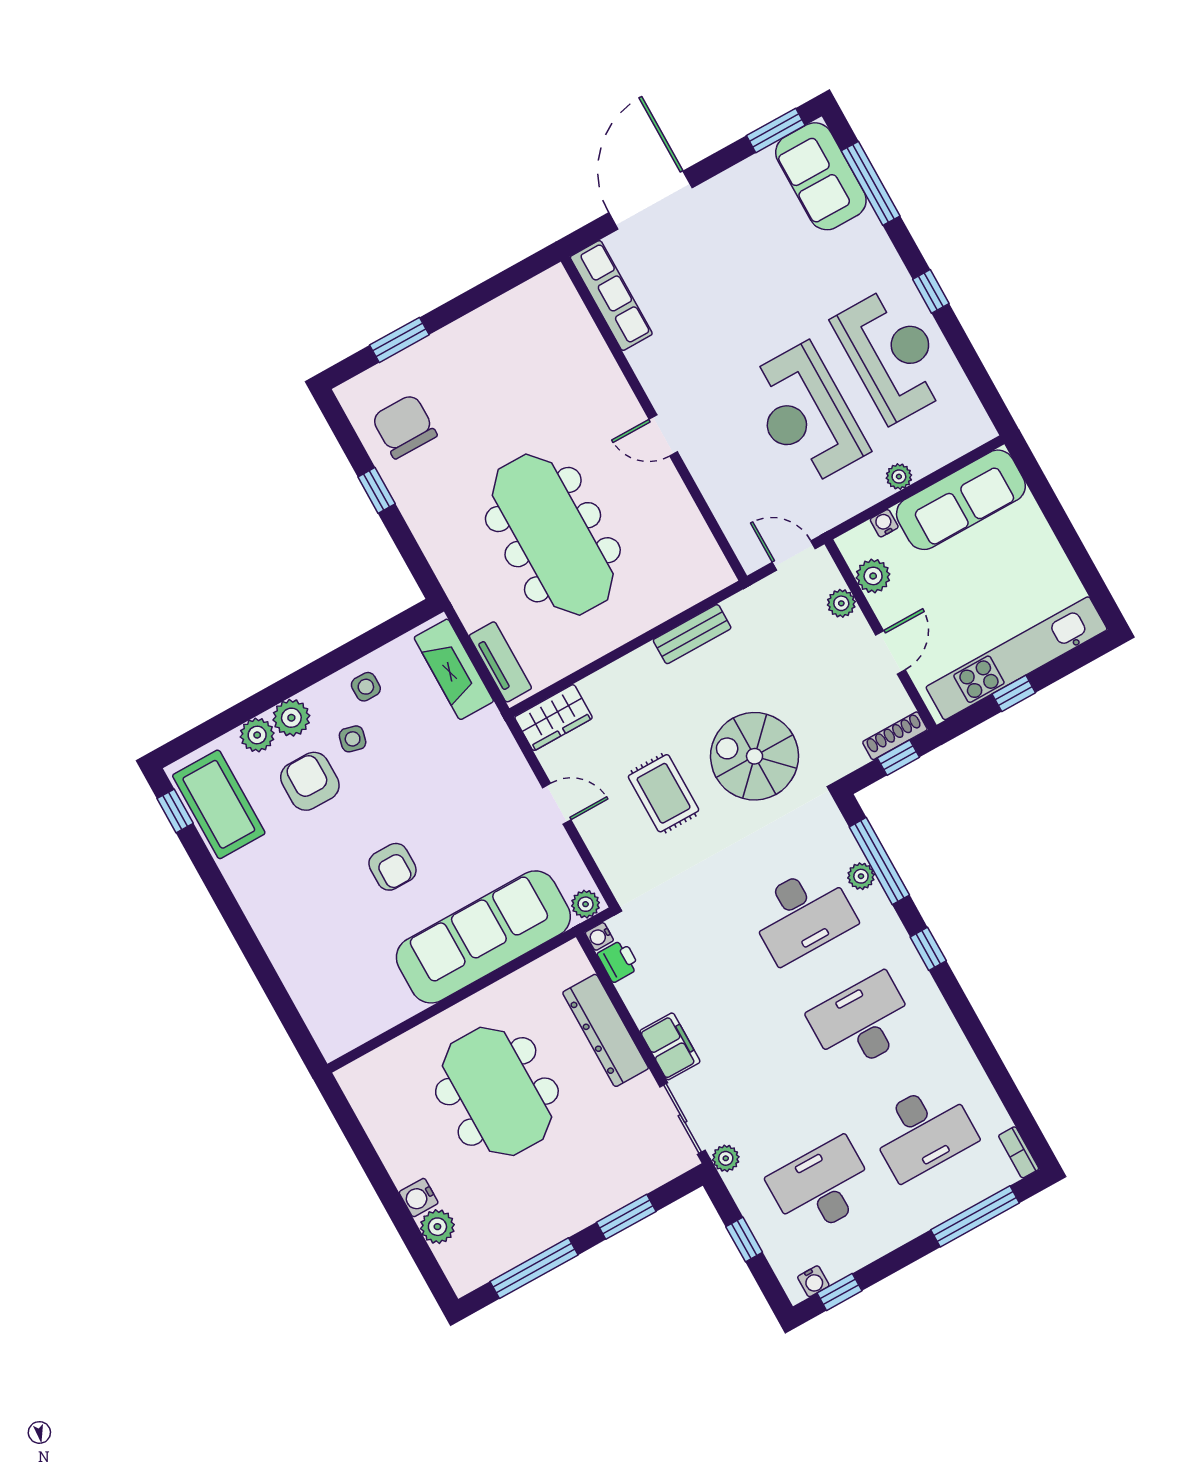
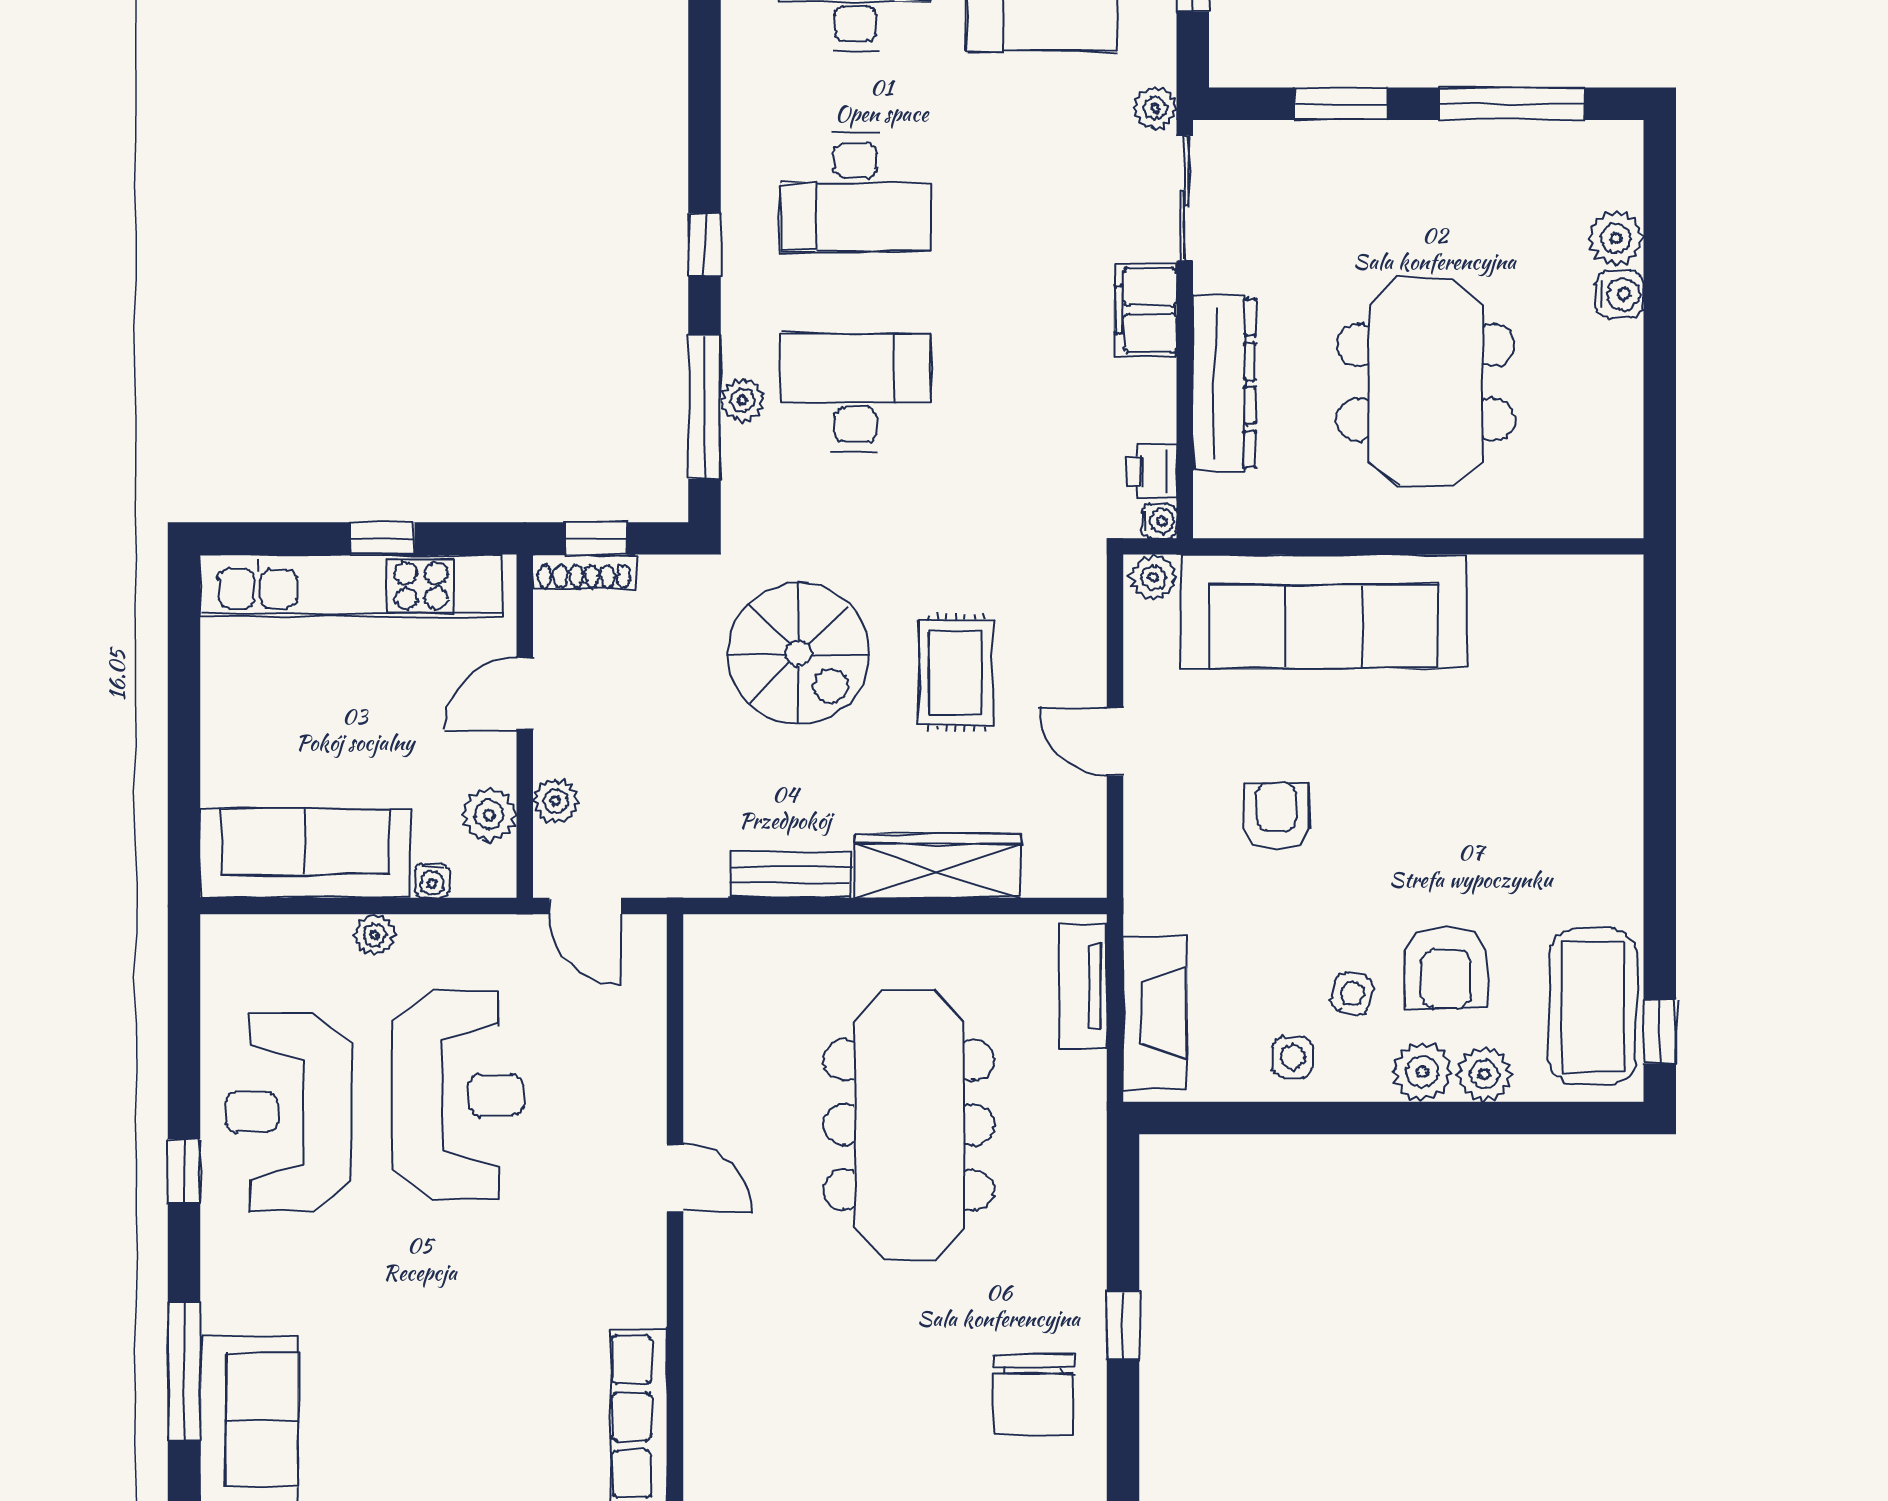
wardrobe: (553, 718) -> (938, 866), moved, width x1.50
armchair: (392, 867) -> (1276, 816), moved

